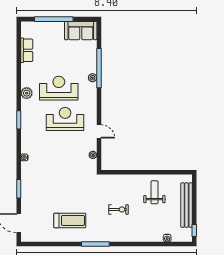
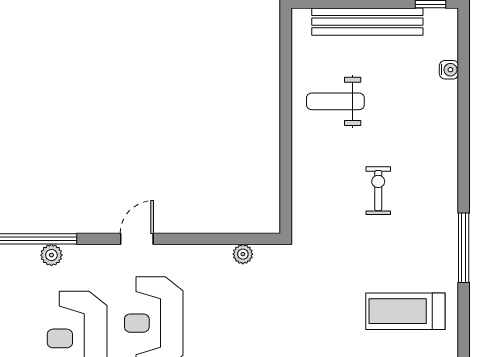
door: (99, 131) -> (137, 239), moved
treadmill: (70, 220) -> (405, 311), turned -90

